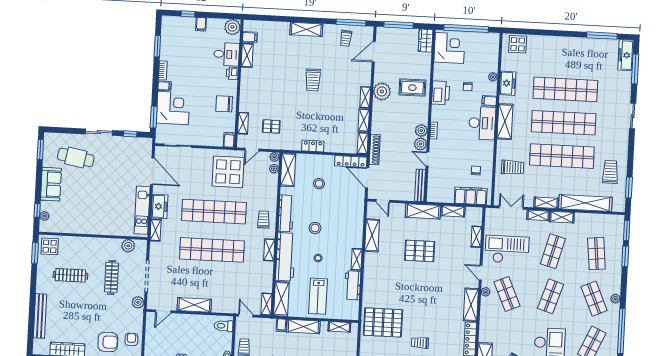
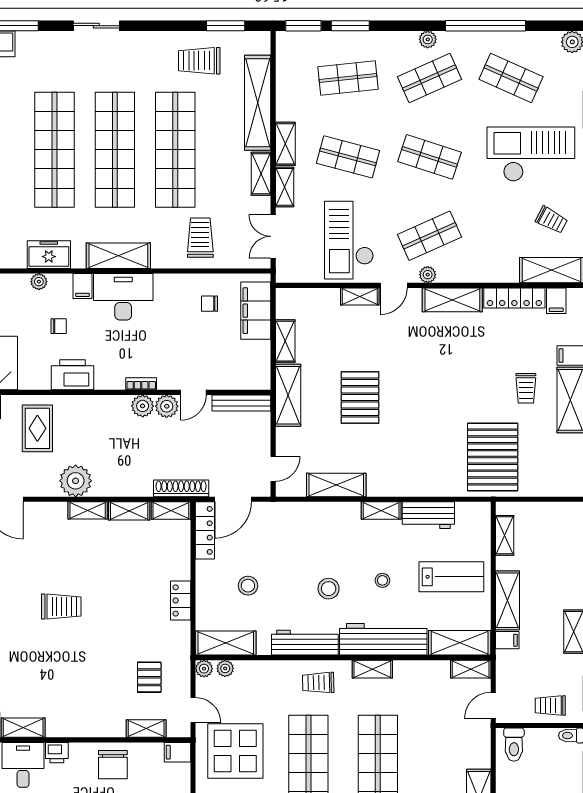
rug: (412, 88) -> (37, 428), moved
shelving: (476, 237) -> (360, 296), moved

